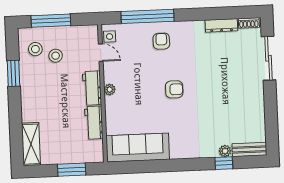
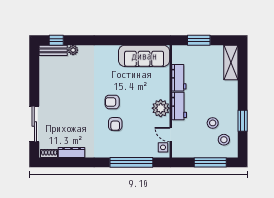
armchair: (161, 41) -> (115, 124), moved
stool: (56, 56) -> (213, 123), moved
plant: (110, 90) -> (161, 108), width x1.88, depth x1.88
window: (224, 163) -> (56, 40), moved

